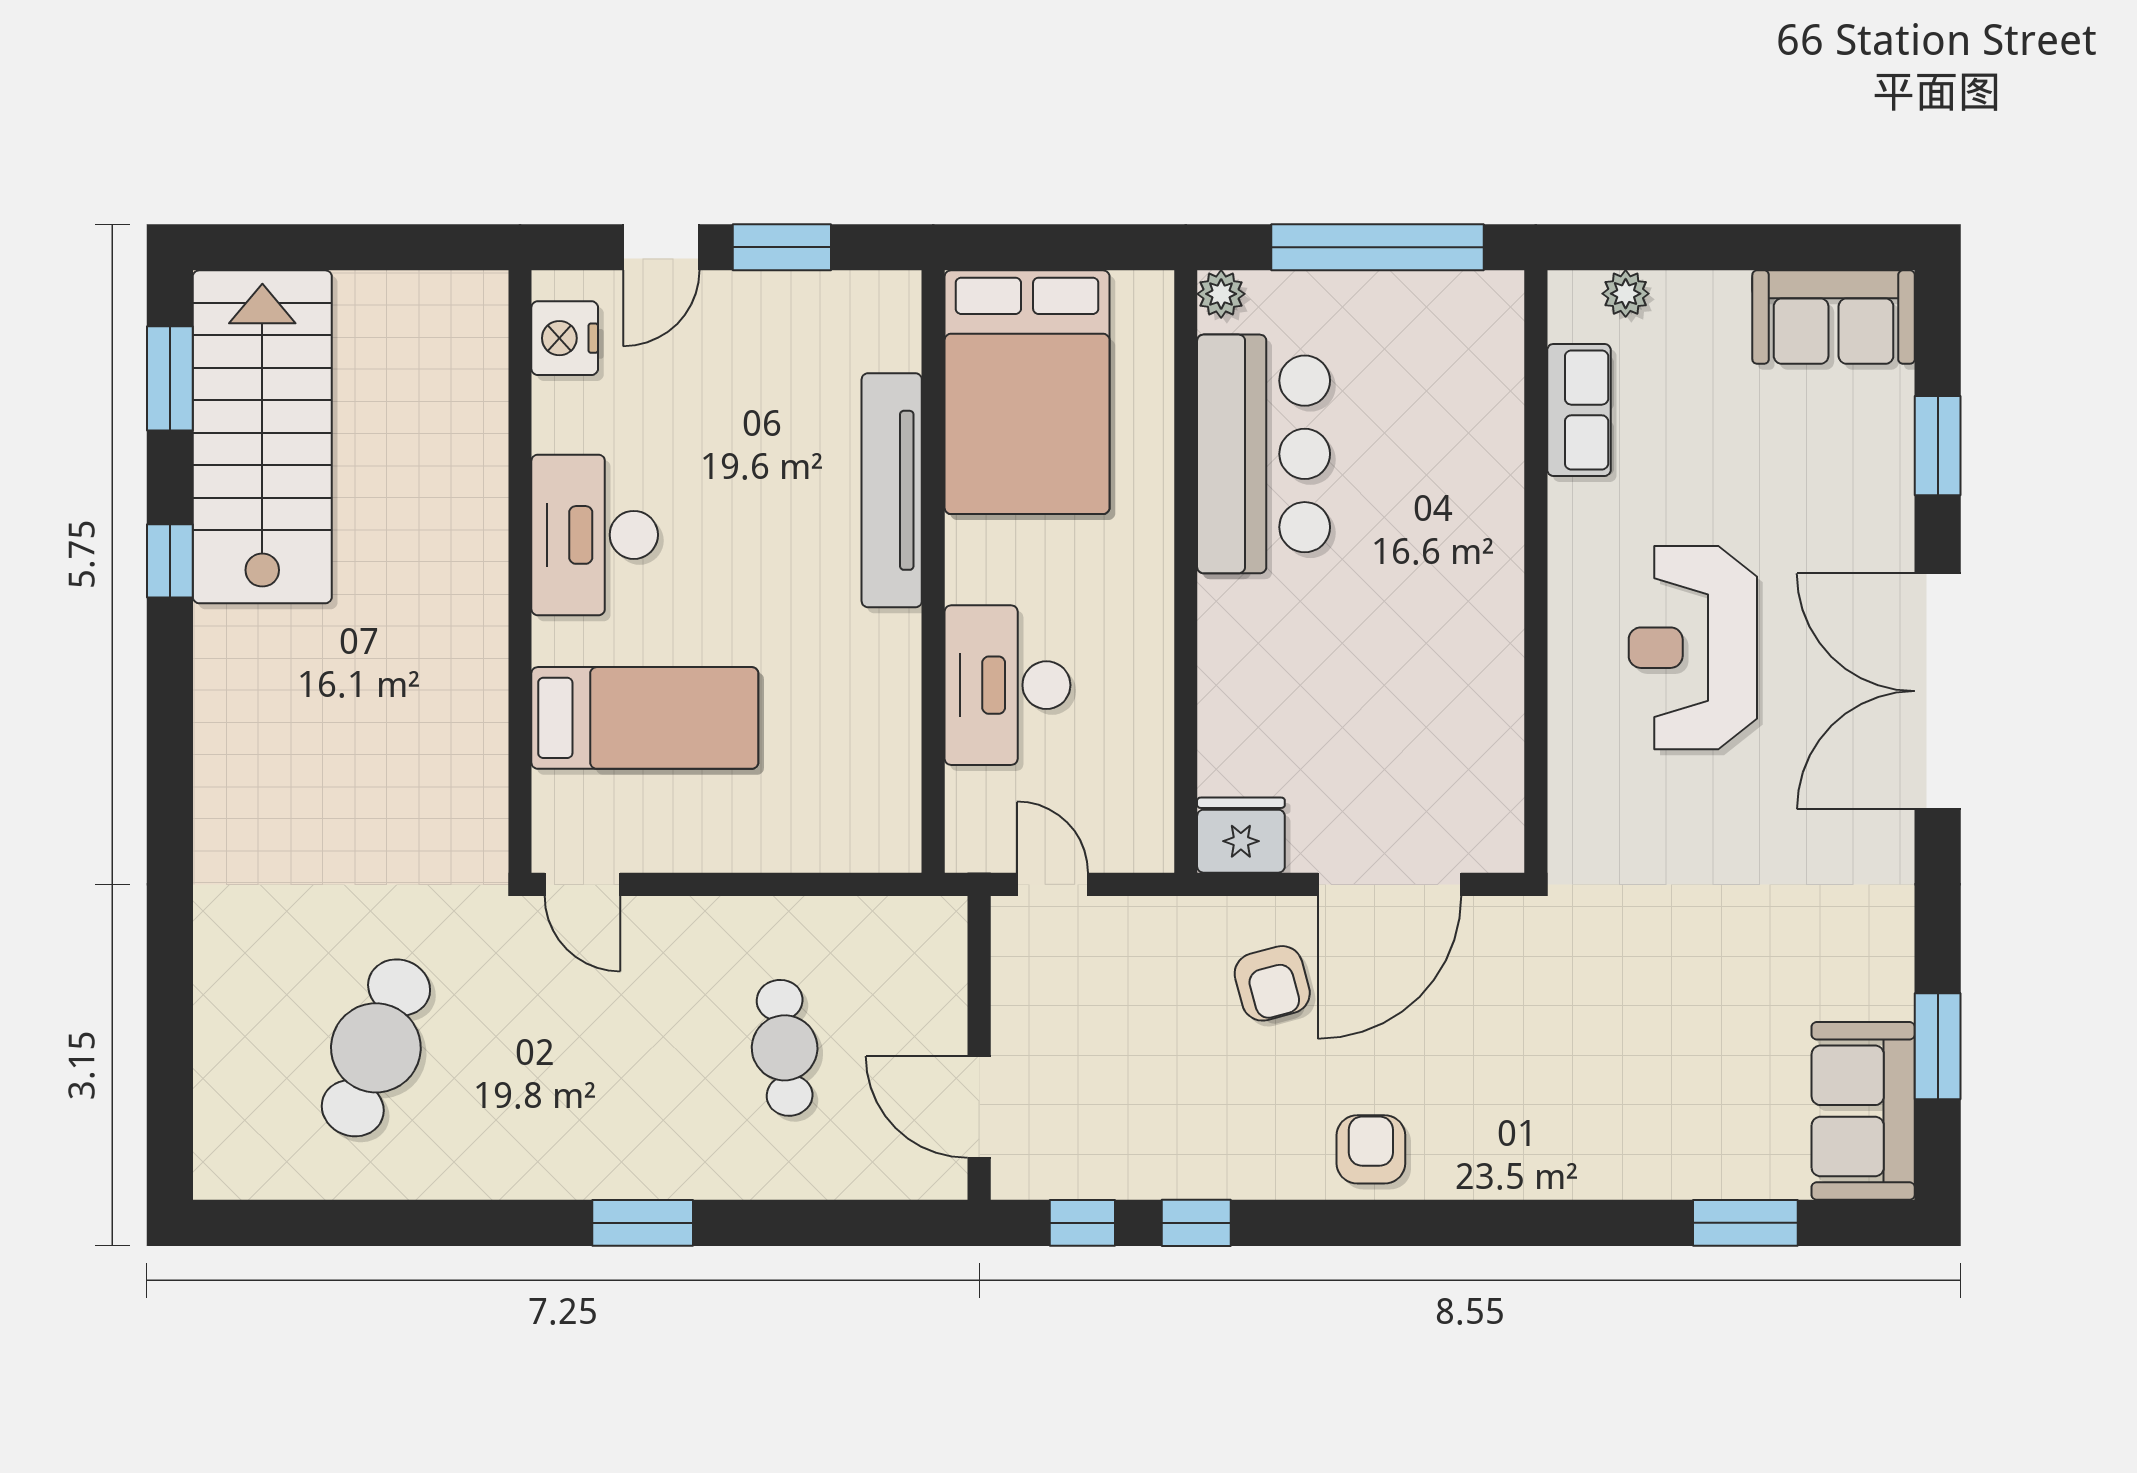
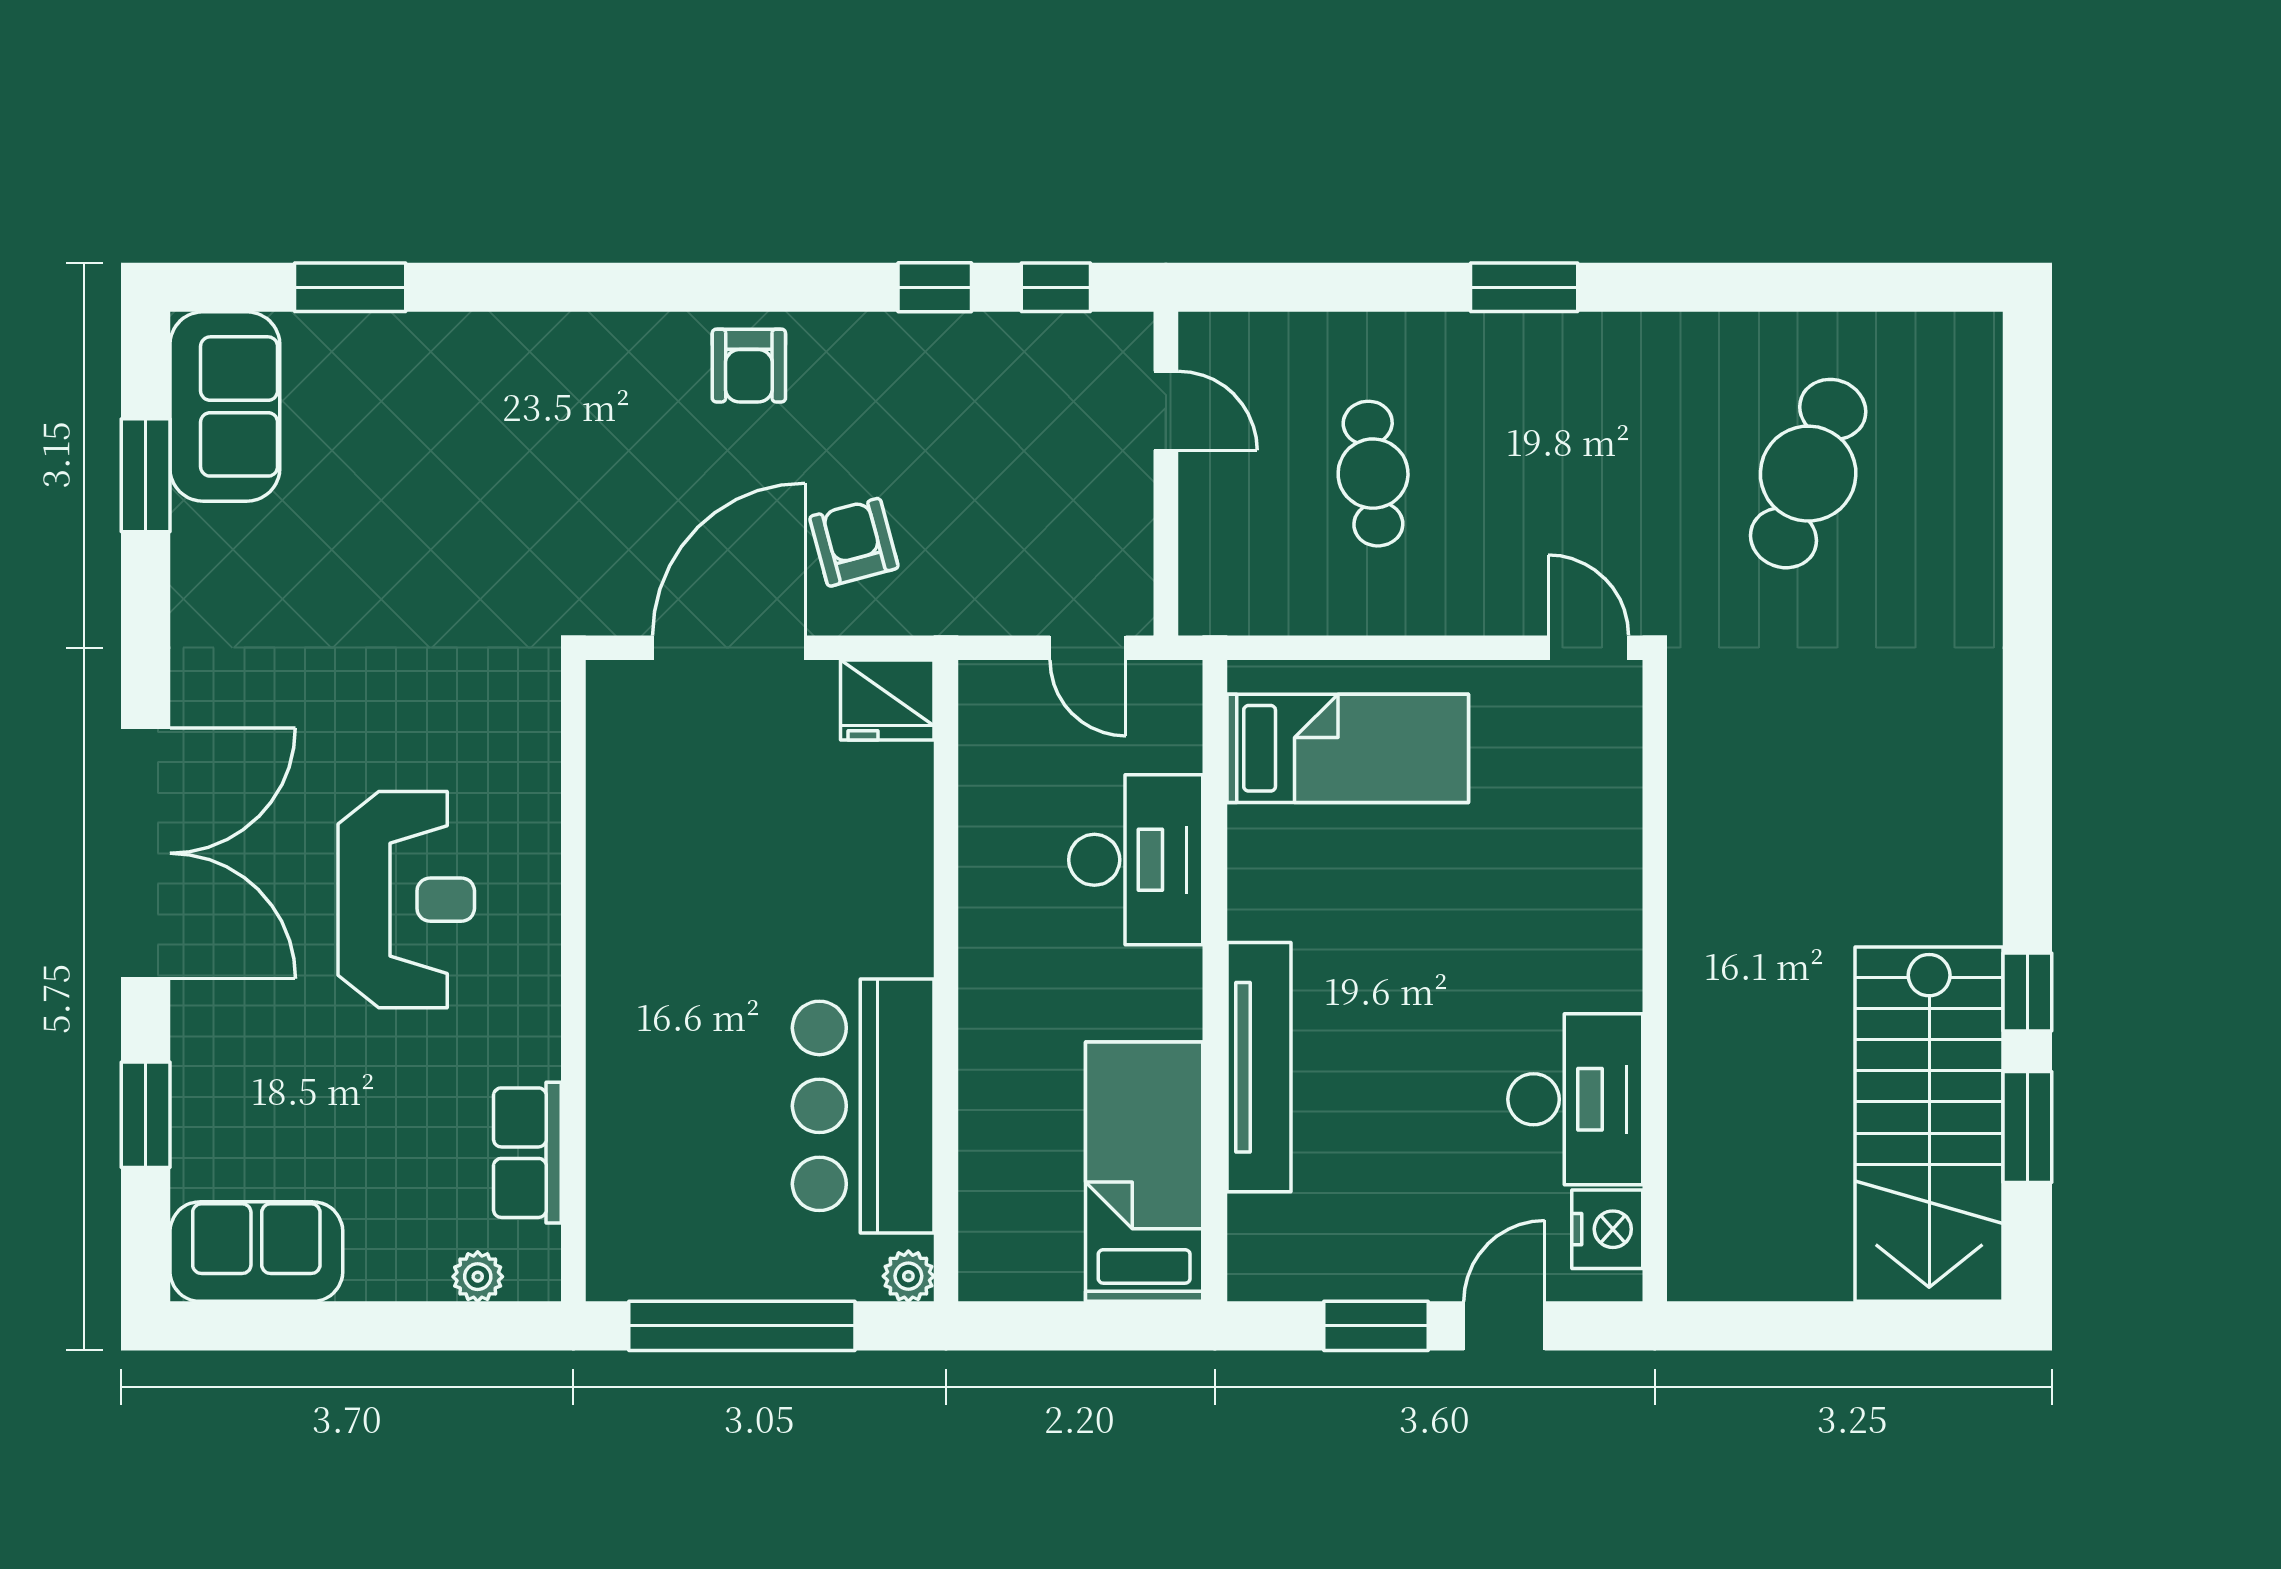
window: (170, 378) -> (2027, 1127), moved
bed: (1027, 392) -> (1144, 1172), width x0.67
desk: (595, 535) -> (1575, 1099), moved
bed: (645, 718) -> (1348, 748), moved, turned 180
door: (979, 1107) -> (1166, 411), width x0.73

